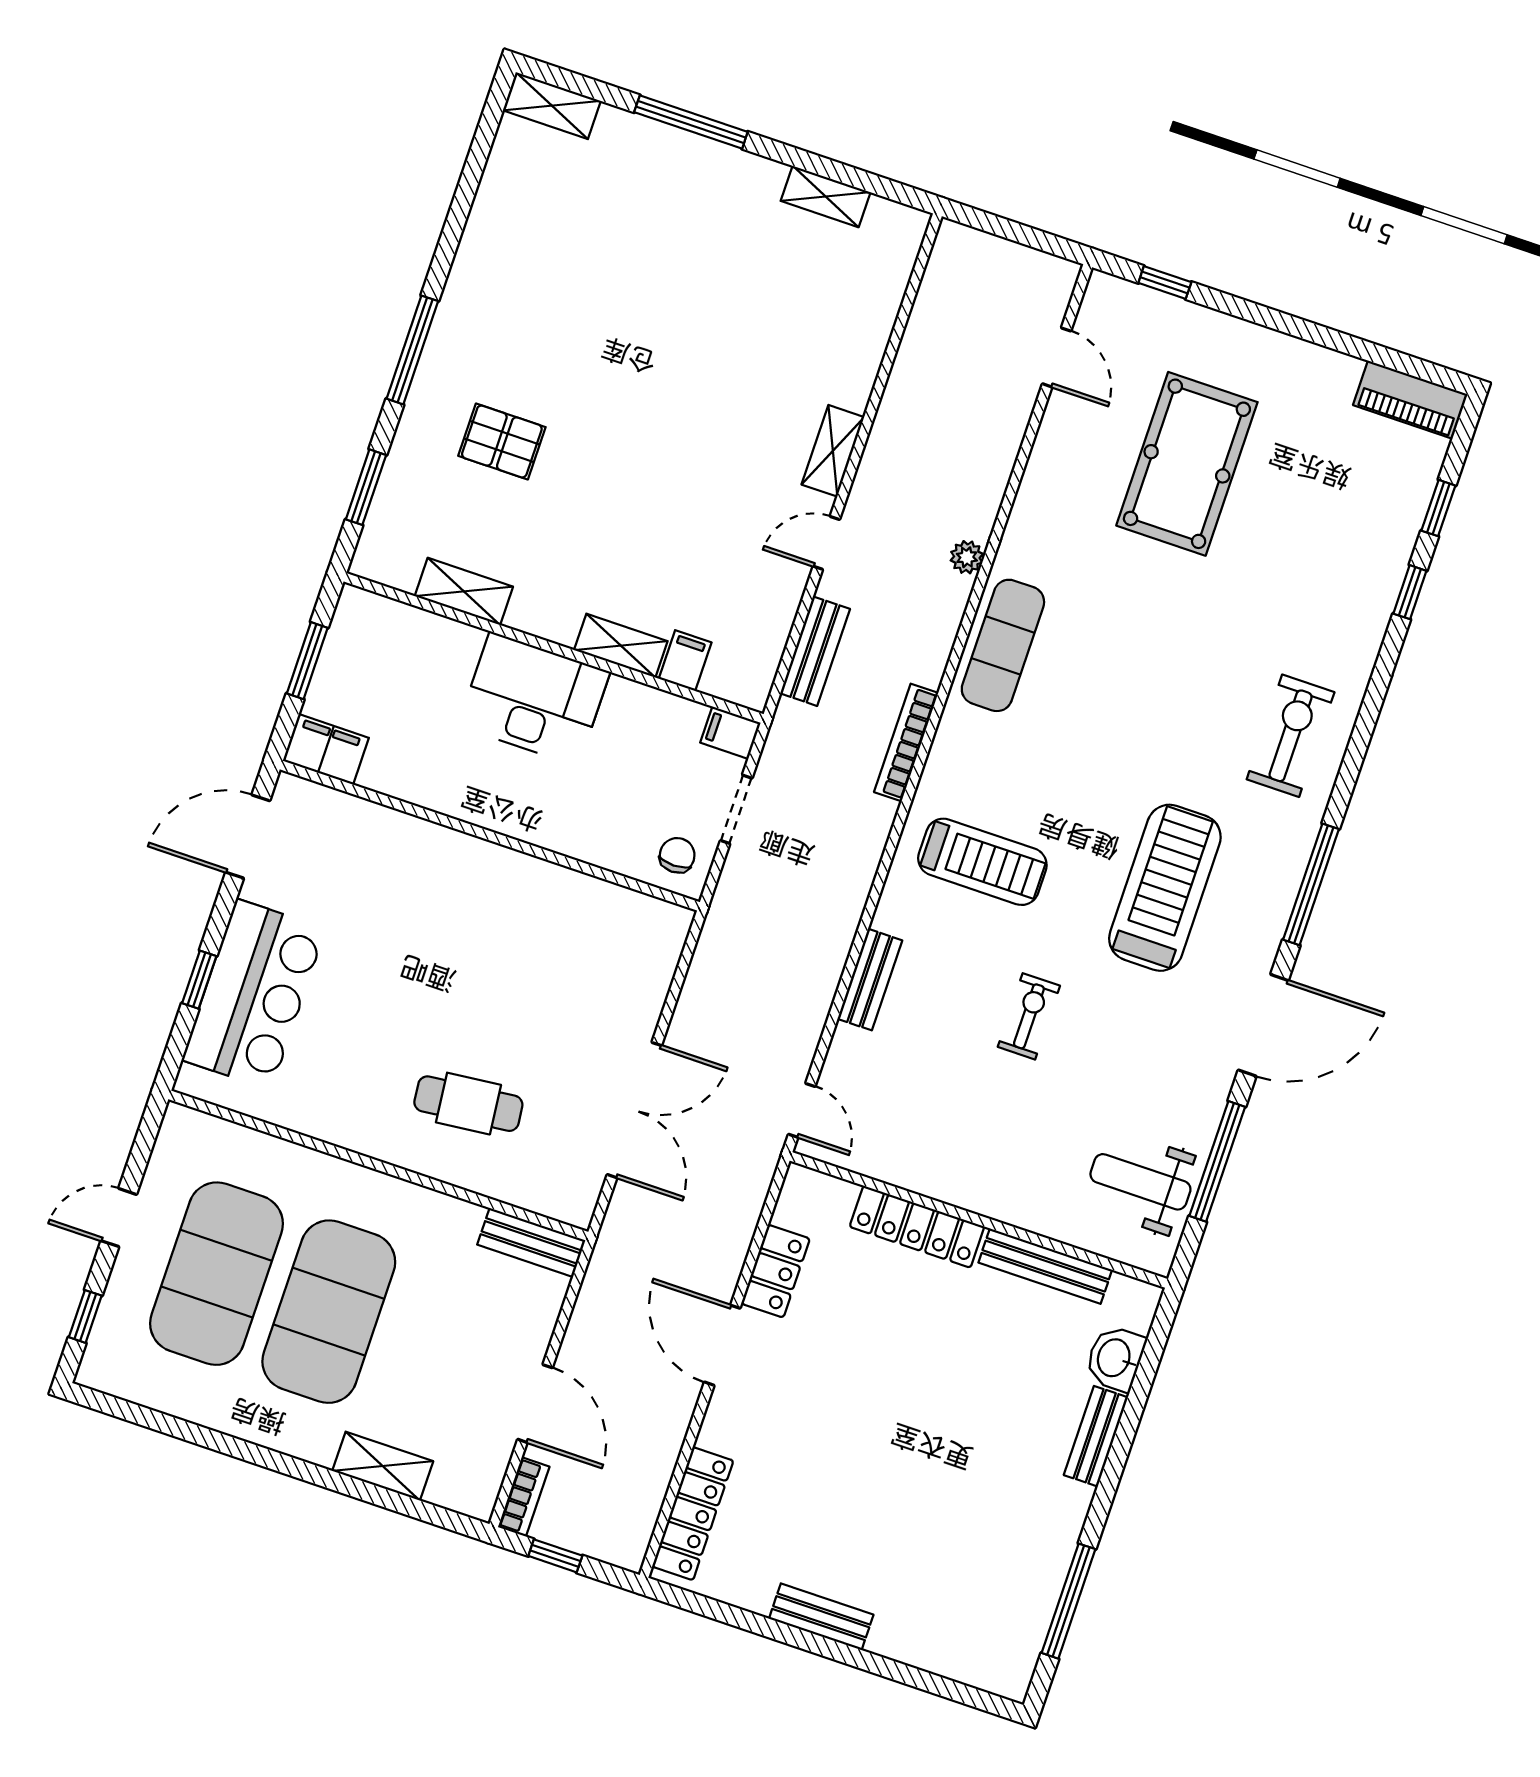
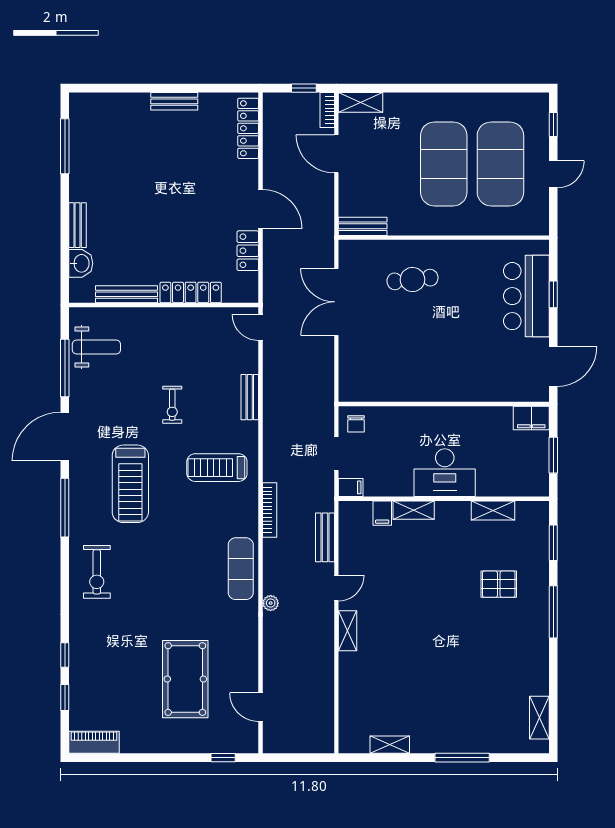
shelving: (552, 106) -> (539, 718), moved, turned 90
shelving: (383, 1466) -> (361, 102), moved

